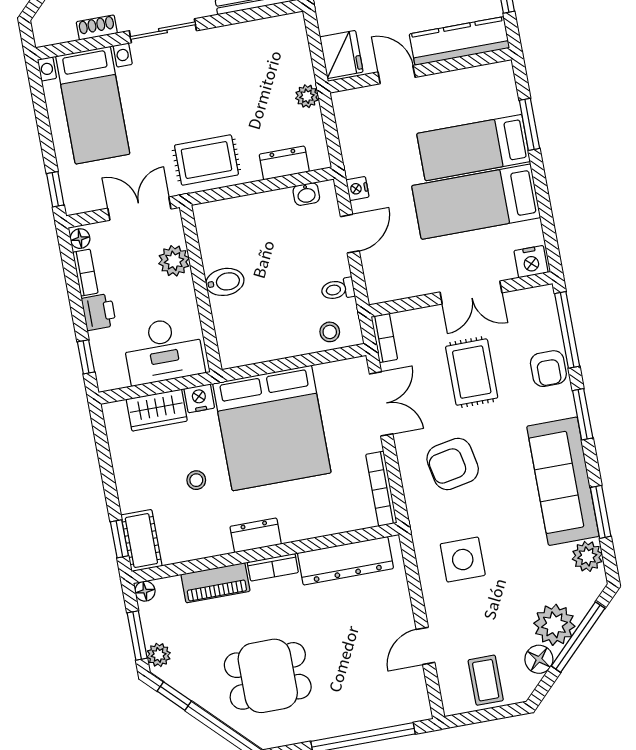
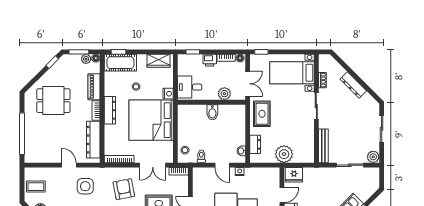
plant: (307, 96) -> (284, 154), width x1.88, depth x1.88
desk: (163, 350) -> (190, 87), width x0.73
wardrobe: (157, 410) -> (159, 61), moved, turned -90
dresser: (256, 535) -> (110, 110), width x1.44
cot: (141, 541) -> (120, 63), width x1.37, depth x1.34
door: (425, 646) -> (69, 165), moved
plant: (159, 655) -> (86, 59), moved
dining table: (268, 676) -> (53, 101), turned 90

